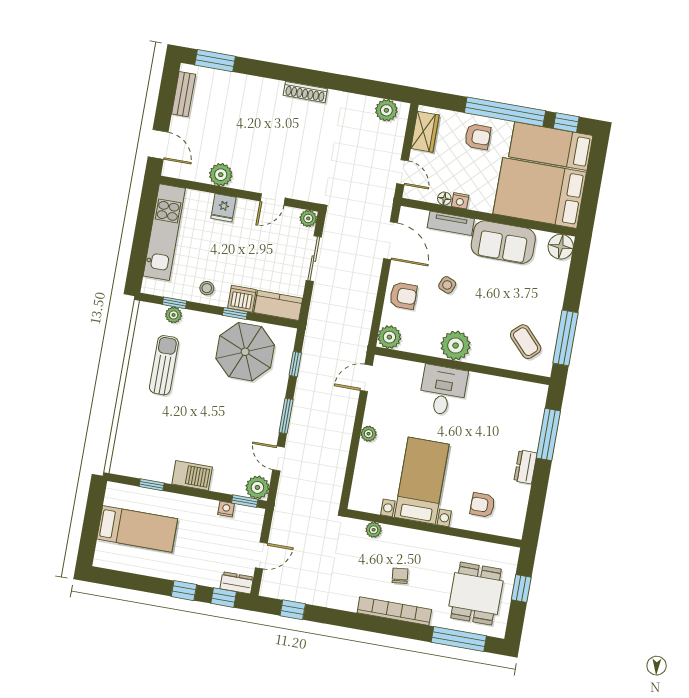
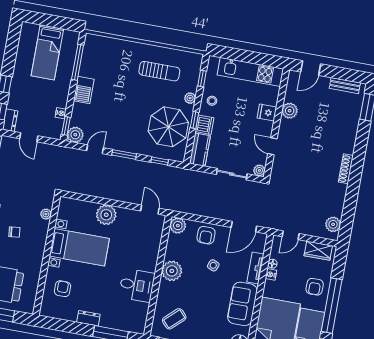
plant: (174, 315) -> (190, 98), moved
desk: (443, 390) -> (137, 285), moved
plant: (369, 434) -> (106, 215), width x1.87, depth x1.87
window: (152, 485) -> (78, 62), width x2.17

